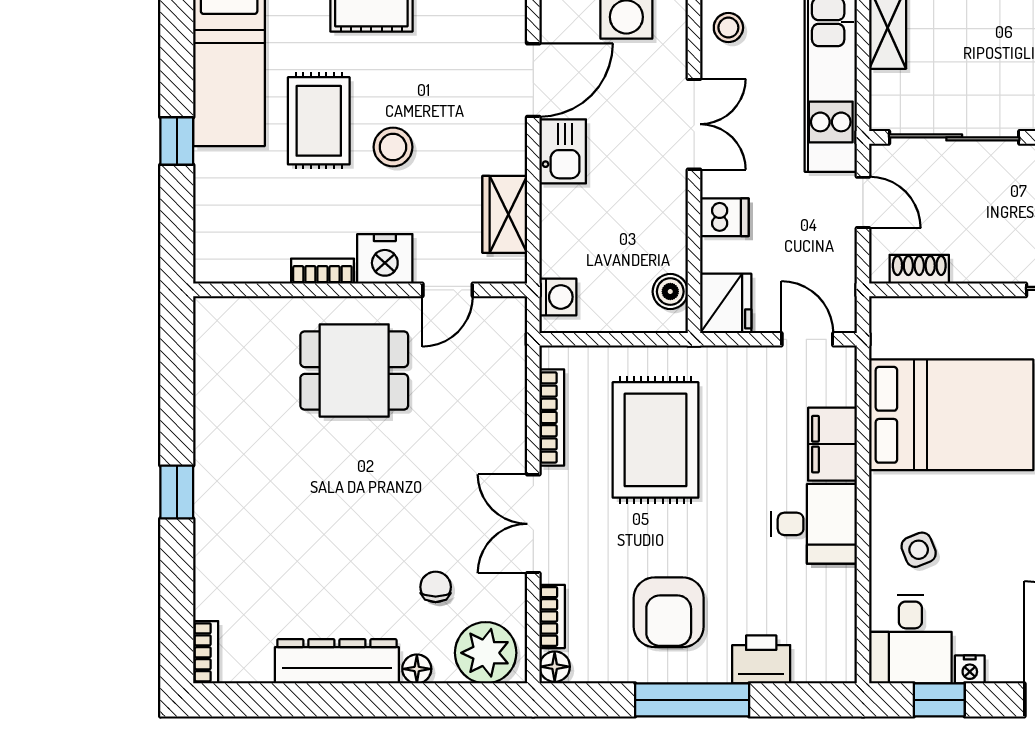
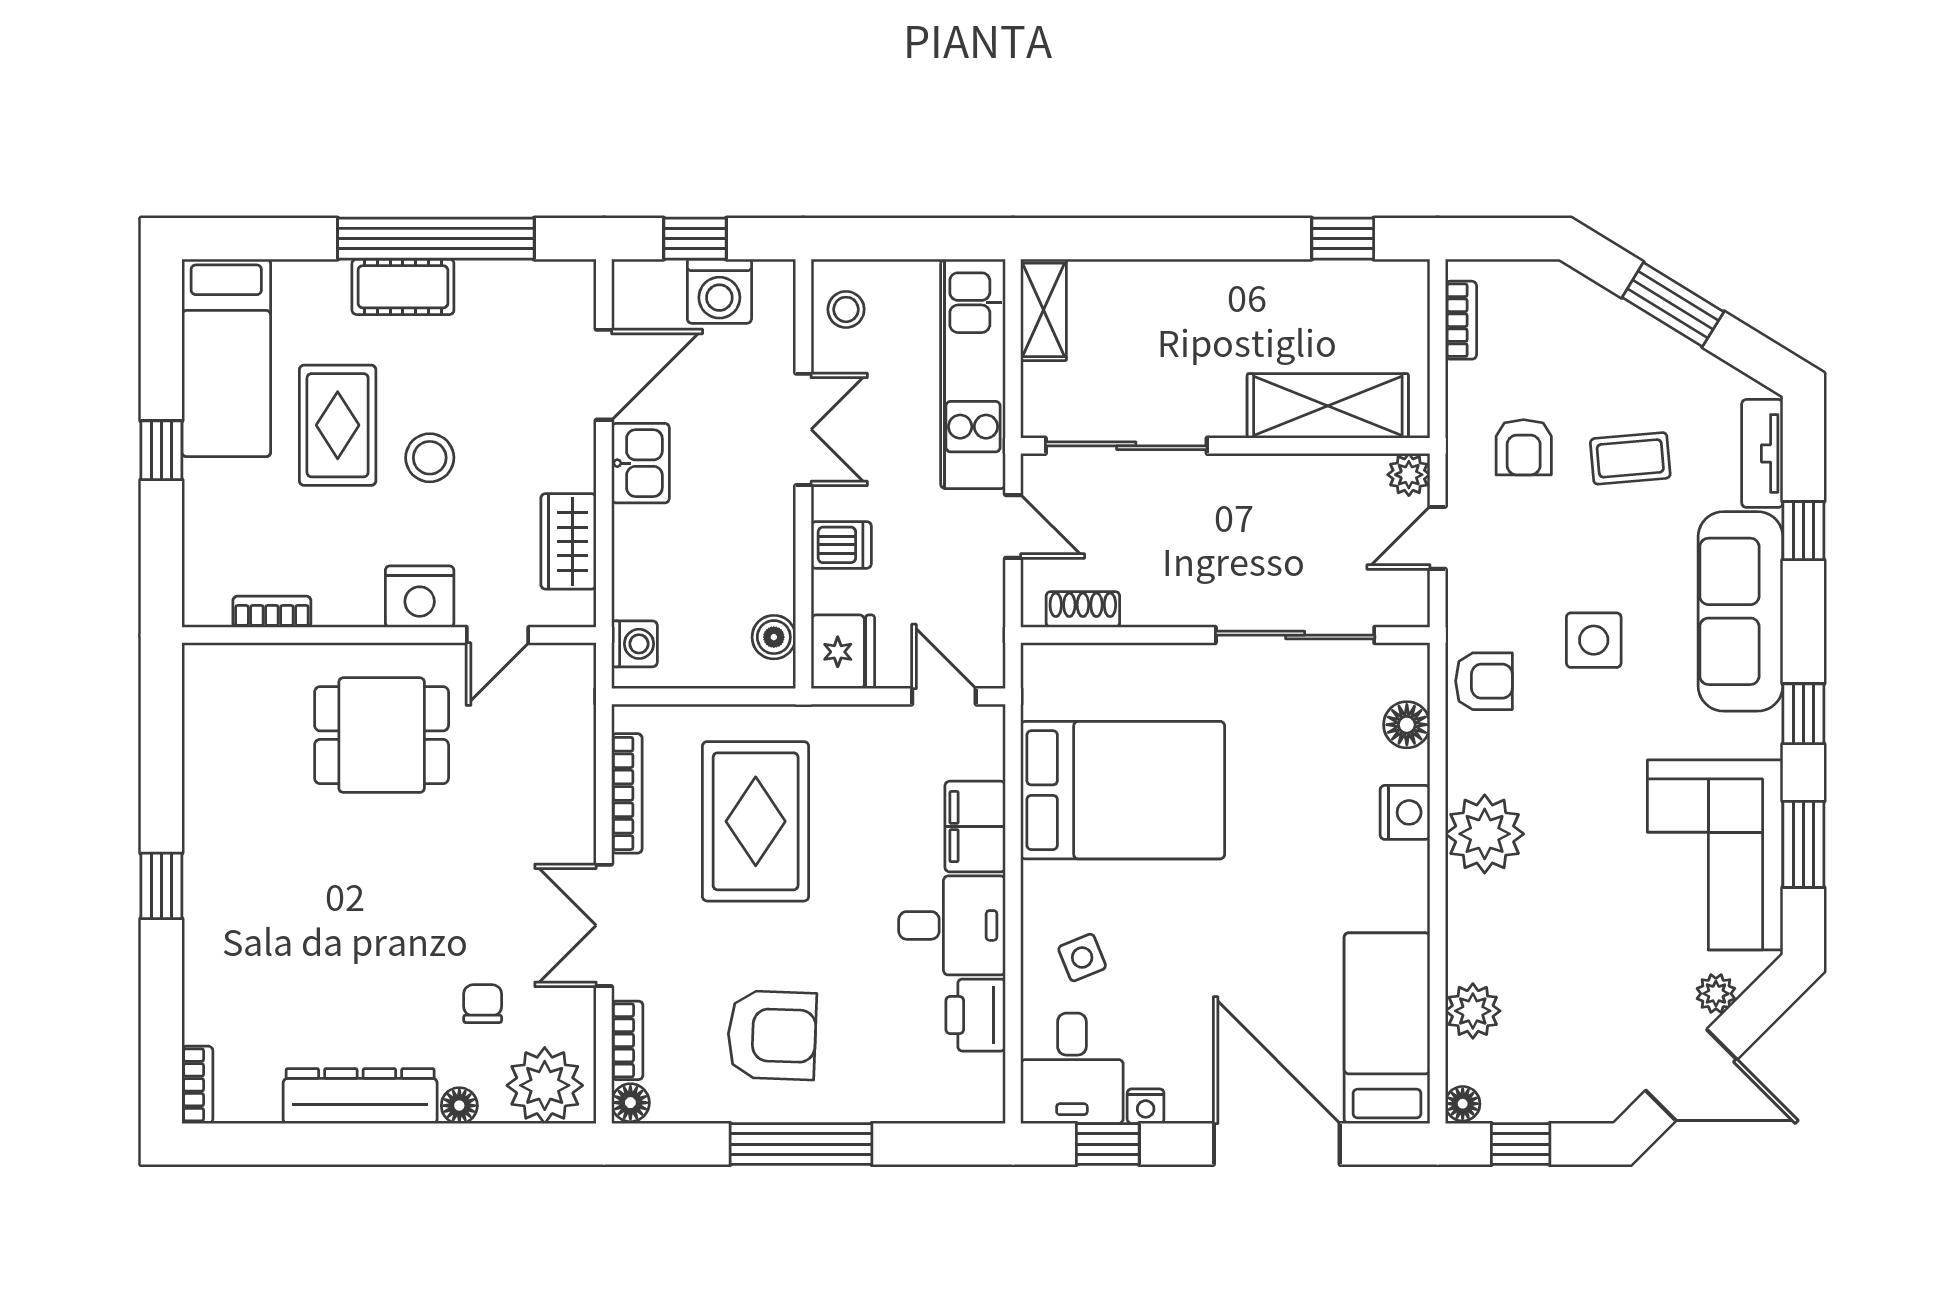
bookcase: (322, 271) -> (272, 612), moved
armchair: (669, 612) -> (772, 1035), turned -88
printer: (761, 659) -> (976, 1015), moved, turned -90

